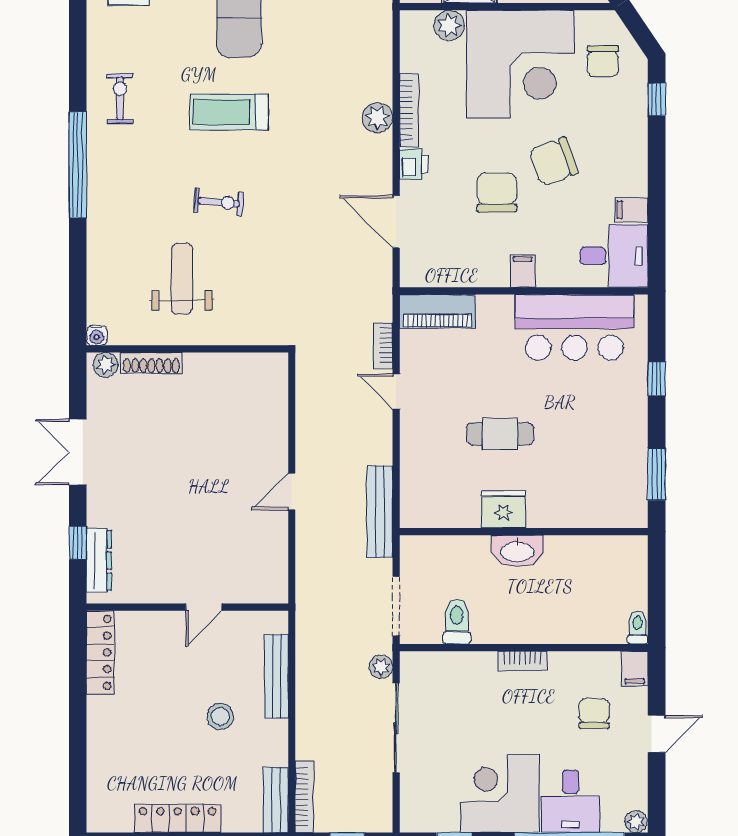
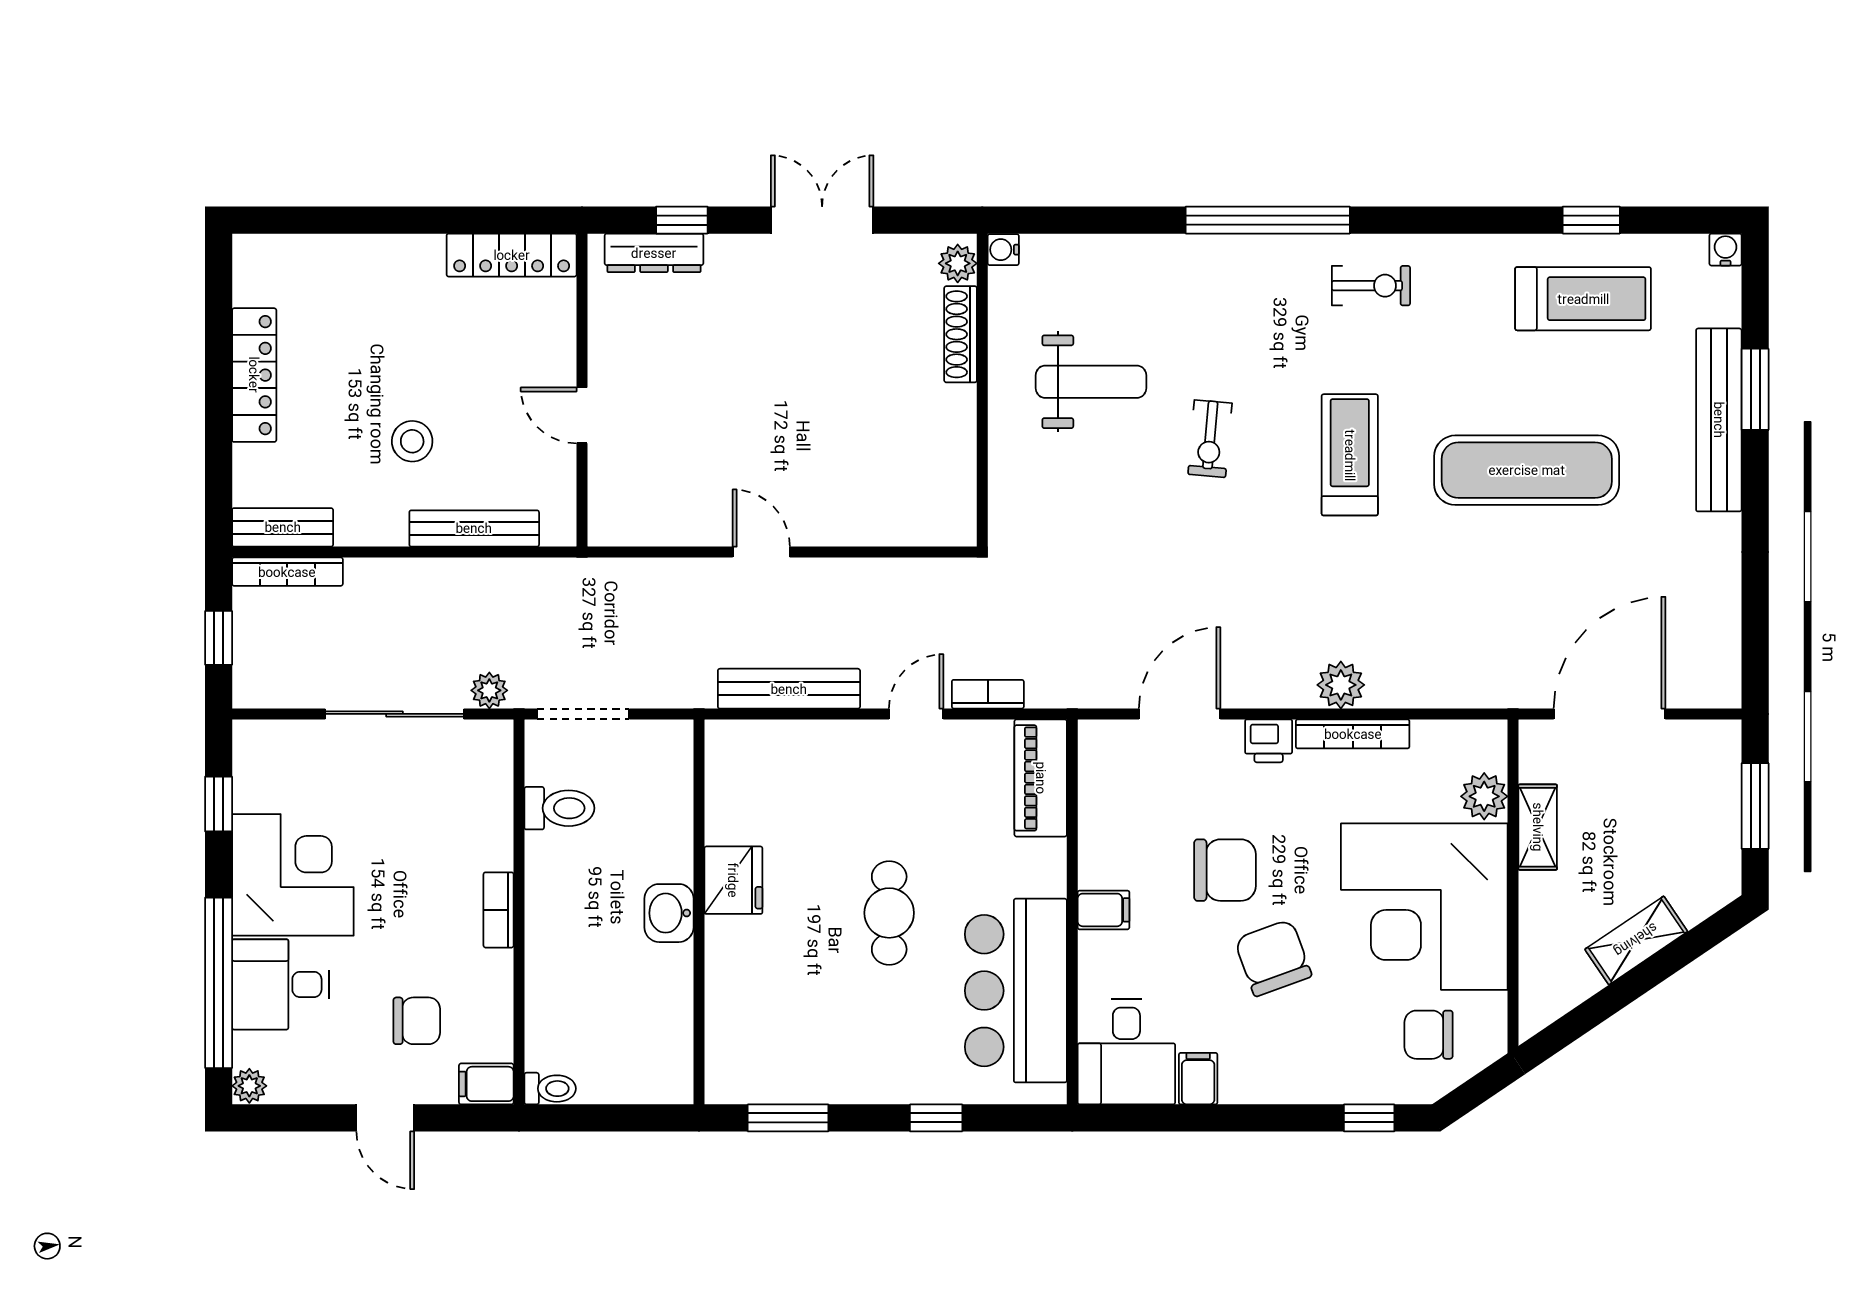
cafe table: (500, 434) -> (889, 913), moved
bench: (380, 512) -> (789, 689), moved
washbasin: (517, 551) -> (669, 913), width x0.72

